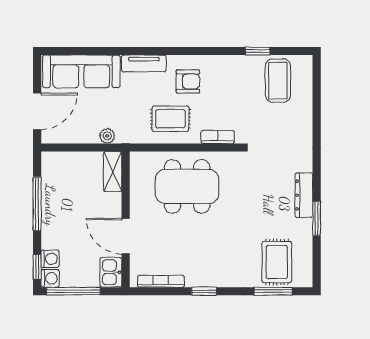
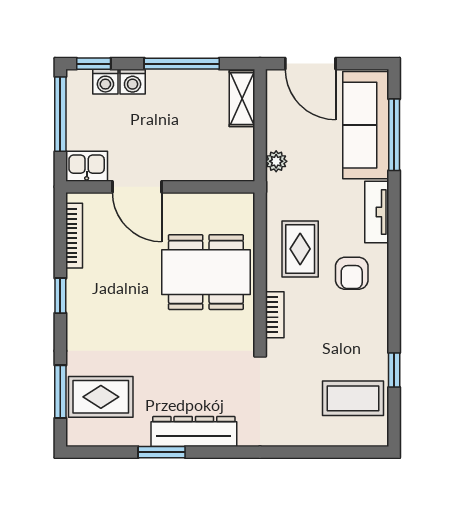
window: (88, 51) -> (394, 135), added
shelving: (113, 172) -> (242, 99), moved, turned 90
dining table: (187, 186) -> (206, 272), turned 90
dresser: (304, 195) -> (194, 431), width x1.37, depth x1.24
door: (126, 236) -> (137, 187), swing flipped
washing machine: (50, 278) -> (133, 82), moved

